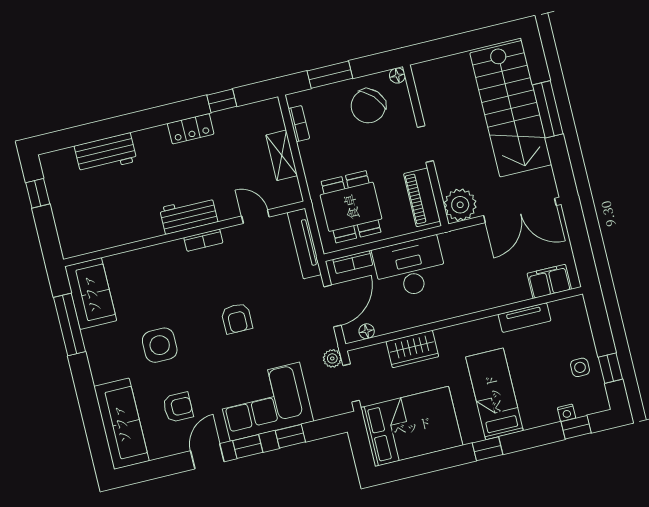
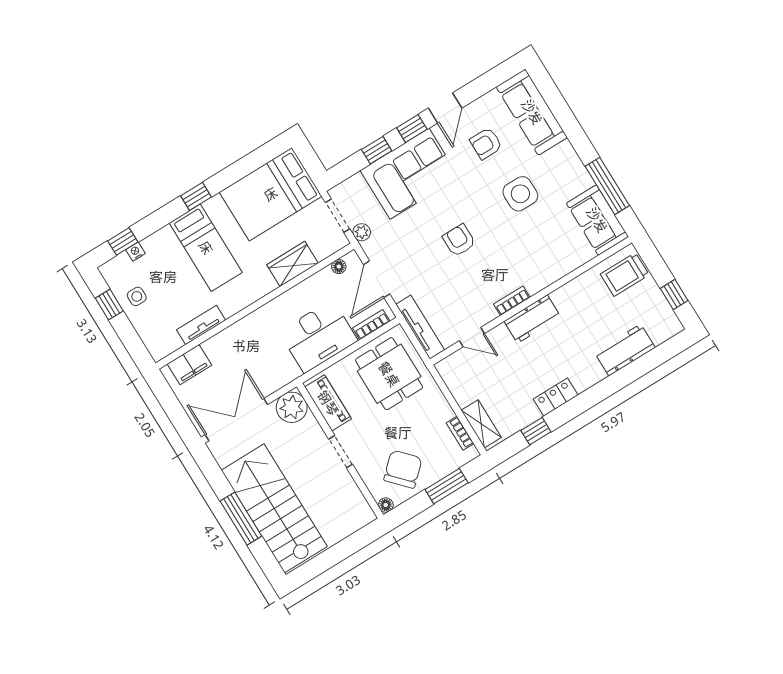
shelving: (282, 155) -> (481, 424), moved
trolley: (81, 230) -> (625, 274), added

